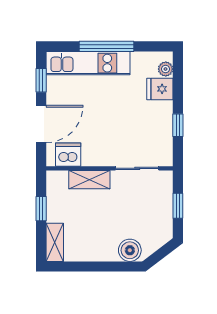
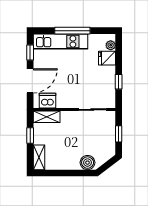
shelving: (89, 180) -> (47, 117), moved

